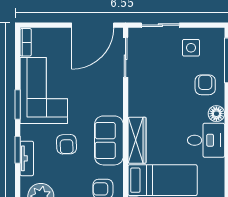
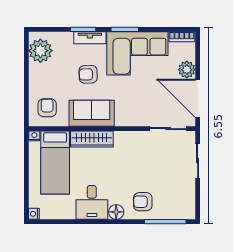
plant: (61, 37) -> (187, 70), added
side table: (191, 48) -> (177, 189), removed
armchair: (205, 85) -> (143, 202), turned 180
tv unit: (27, 158) -> (90, 38), moved

